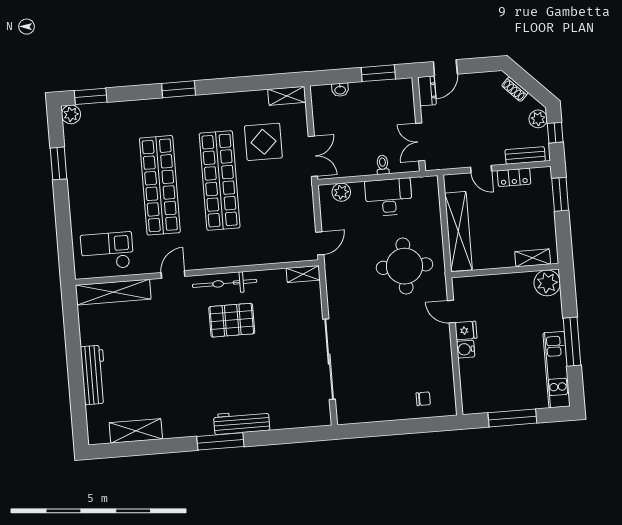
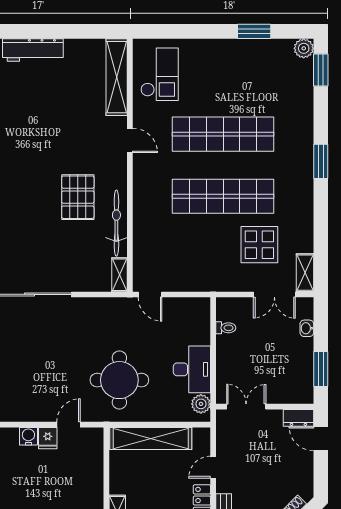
double door: (313, 156) -> (274, 294), moved
toilet: (383, 165) -> (226, 328), moved
plant: (341, 192) -> (201, 404), moved
bicycle: (225, 283) -> (116, 223), moved

